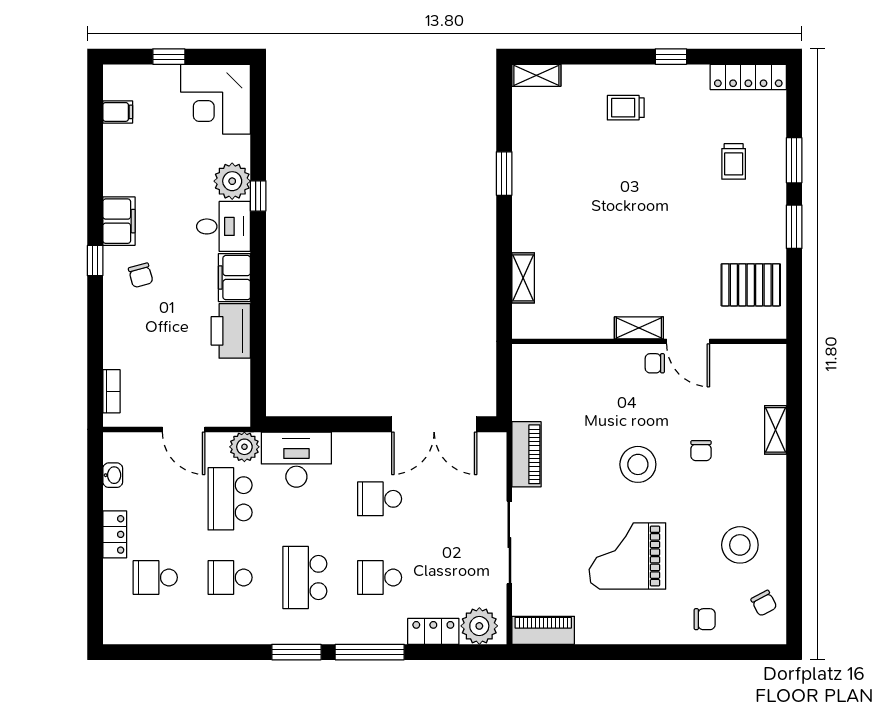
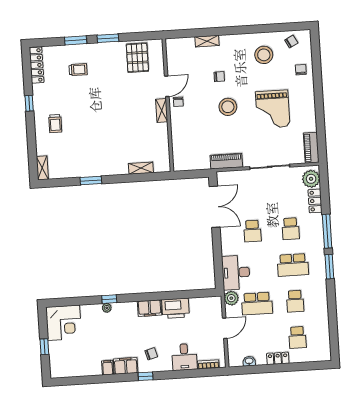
filing cabinet: (118, 112) -> (108, 368), moved
plant: (232, 181) -> (107, 308), width x0.53, depth x0.53
desk: (223, 226) -> (184, 357), moved, turned 180

